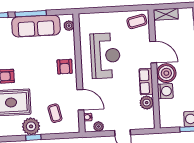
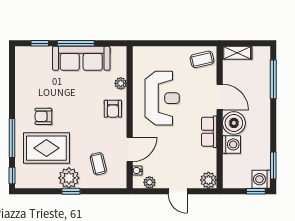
plant: (69, 26) -> (121, 83), moved
door: (80, 100) -> (130, 149), hinge flipped
plant: (147, 103) -> (208, 180), moved

